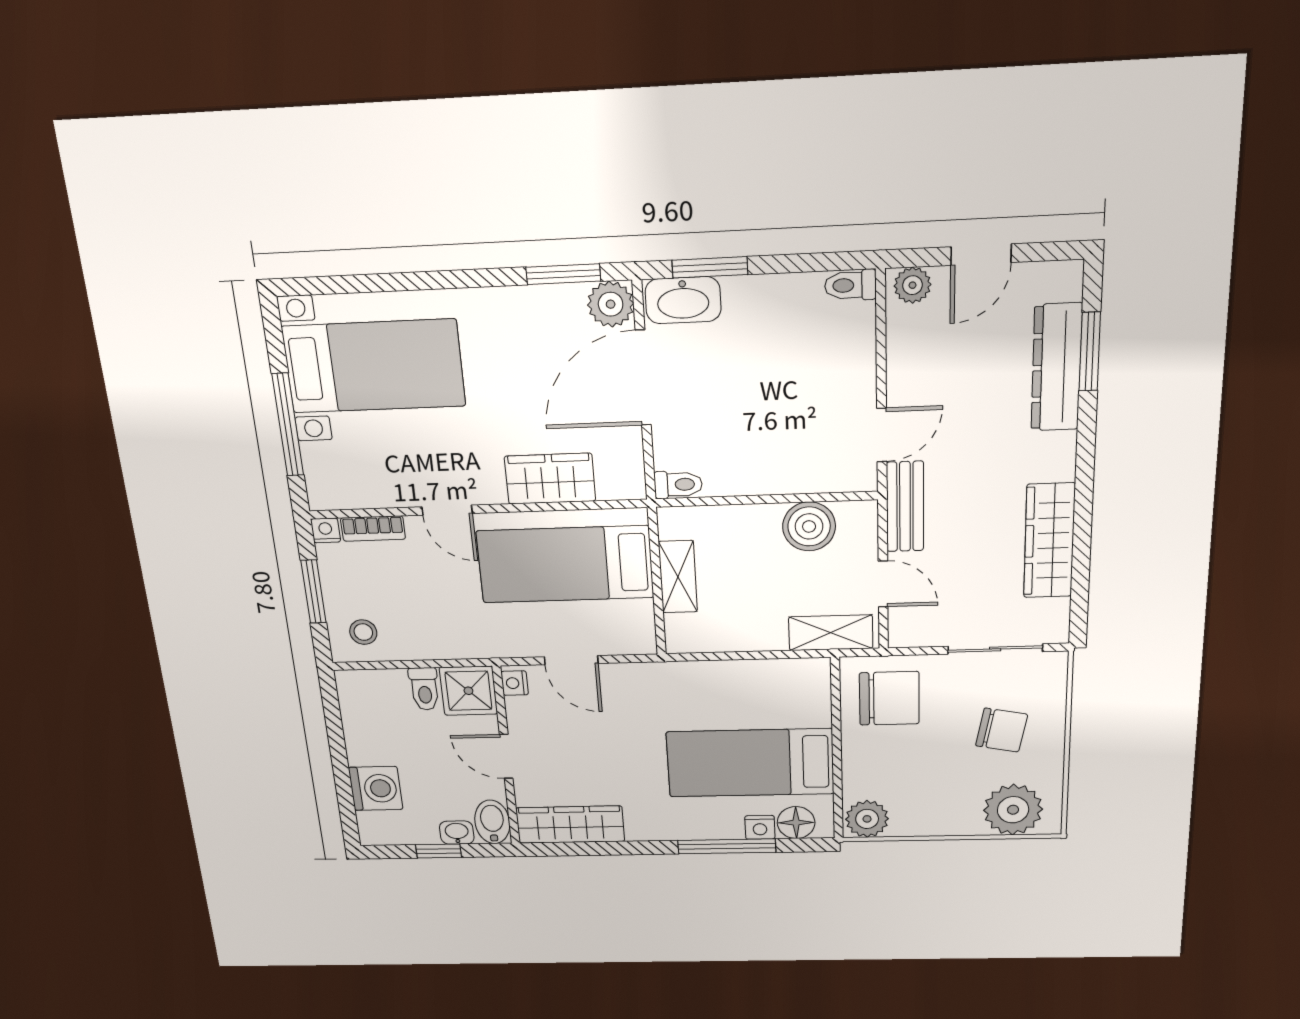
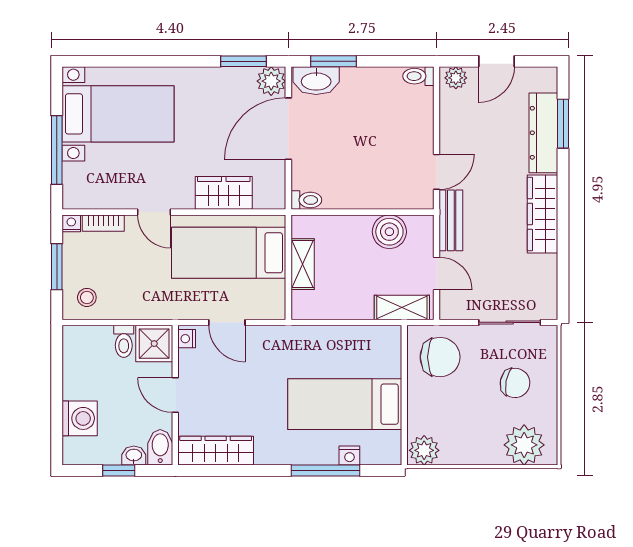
wardrobe: (1049, 541) -> (543, 214), moved
floor lamp: (796, 823) -> (375, 452), removed

